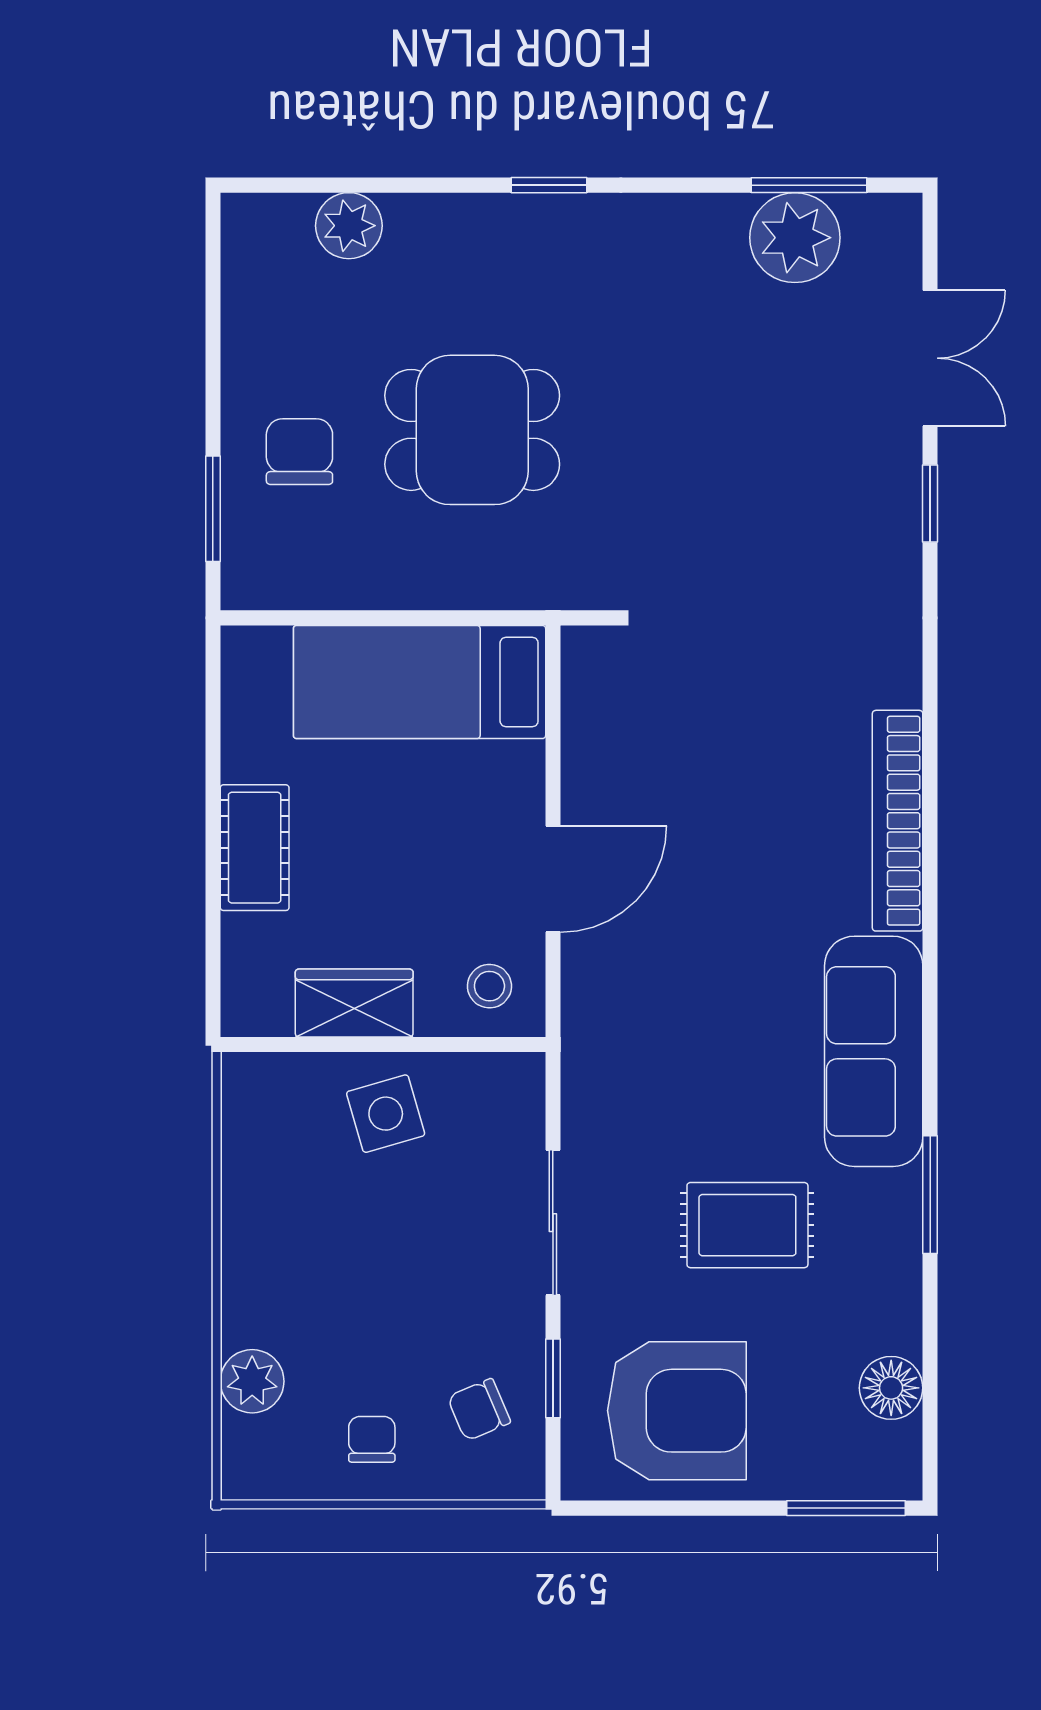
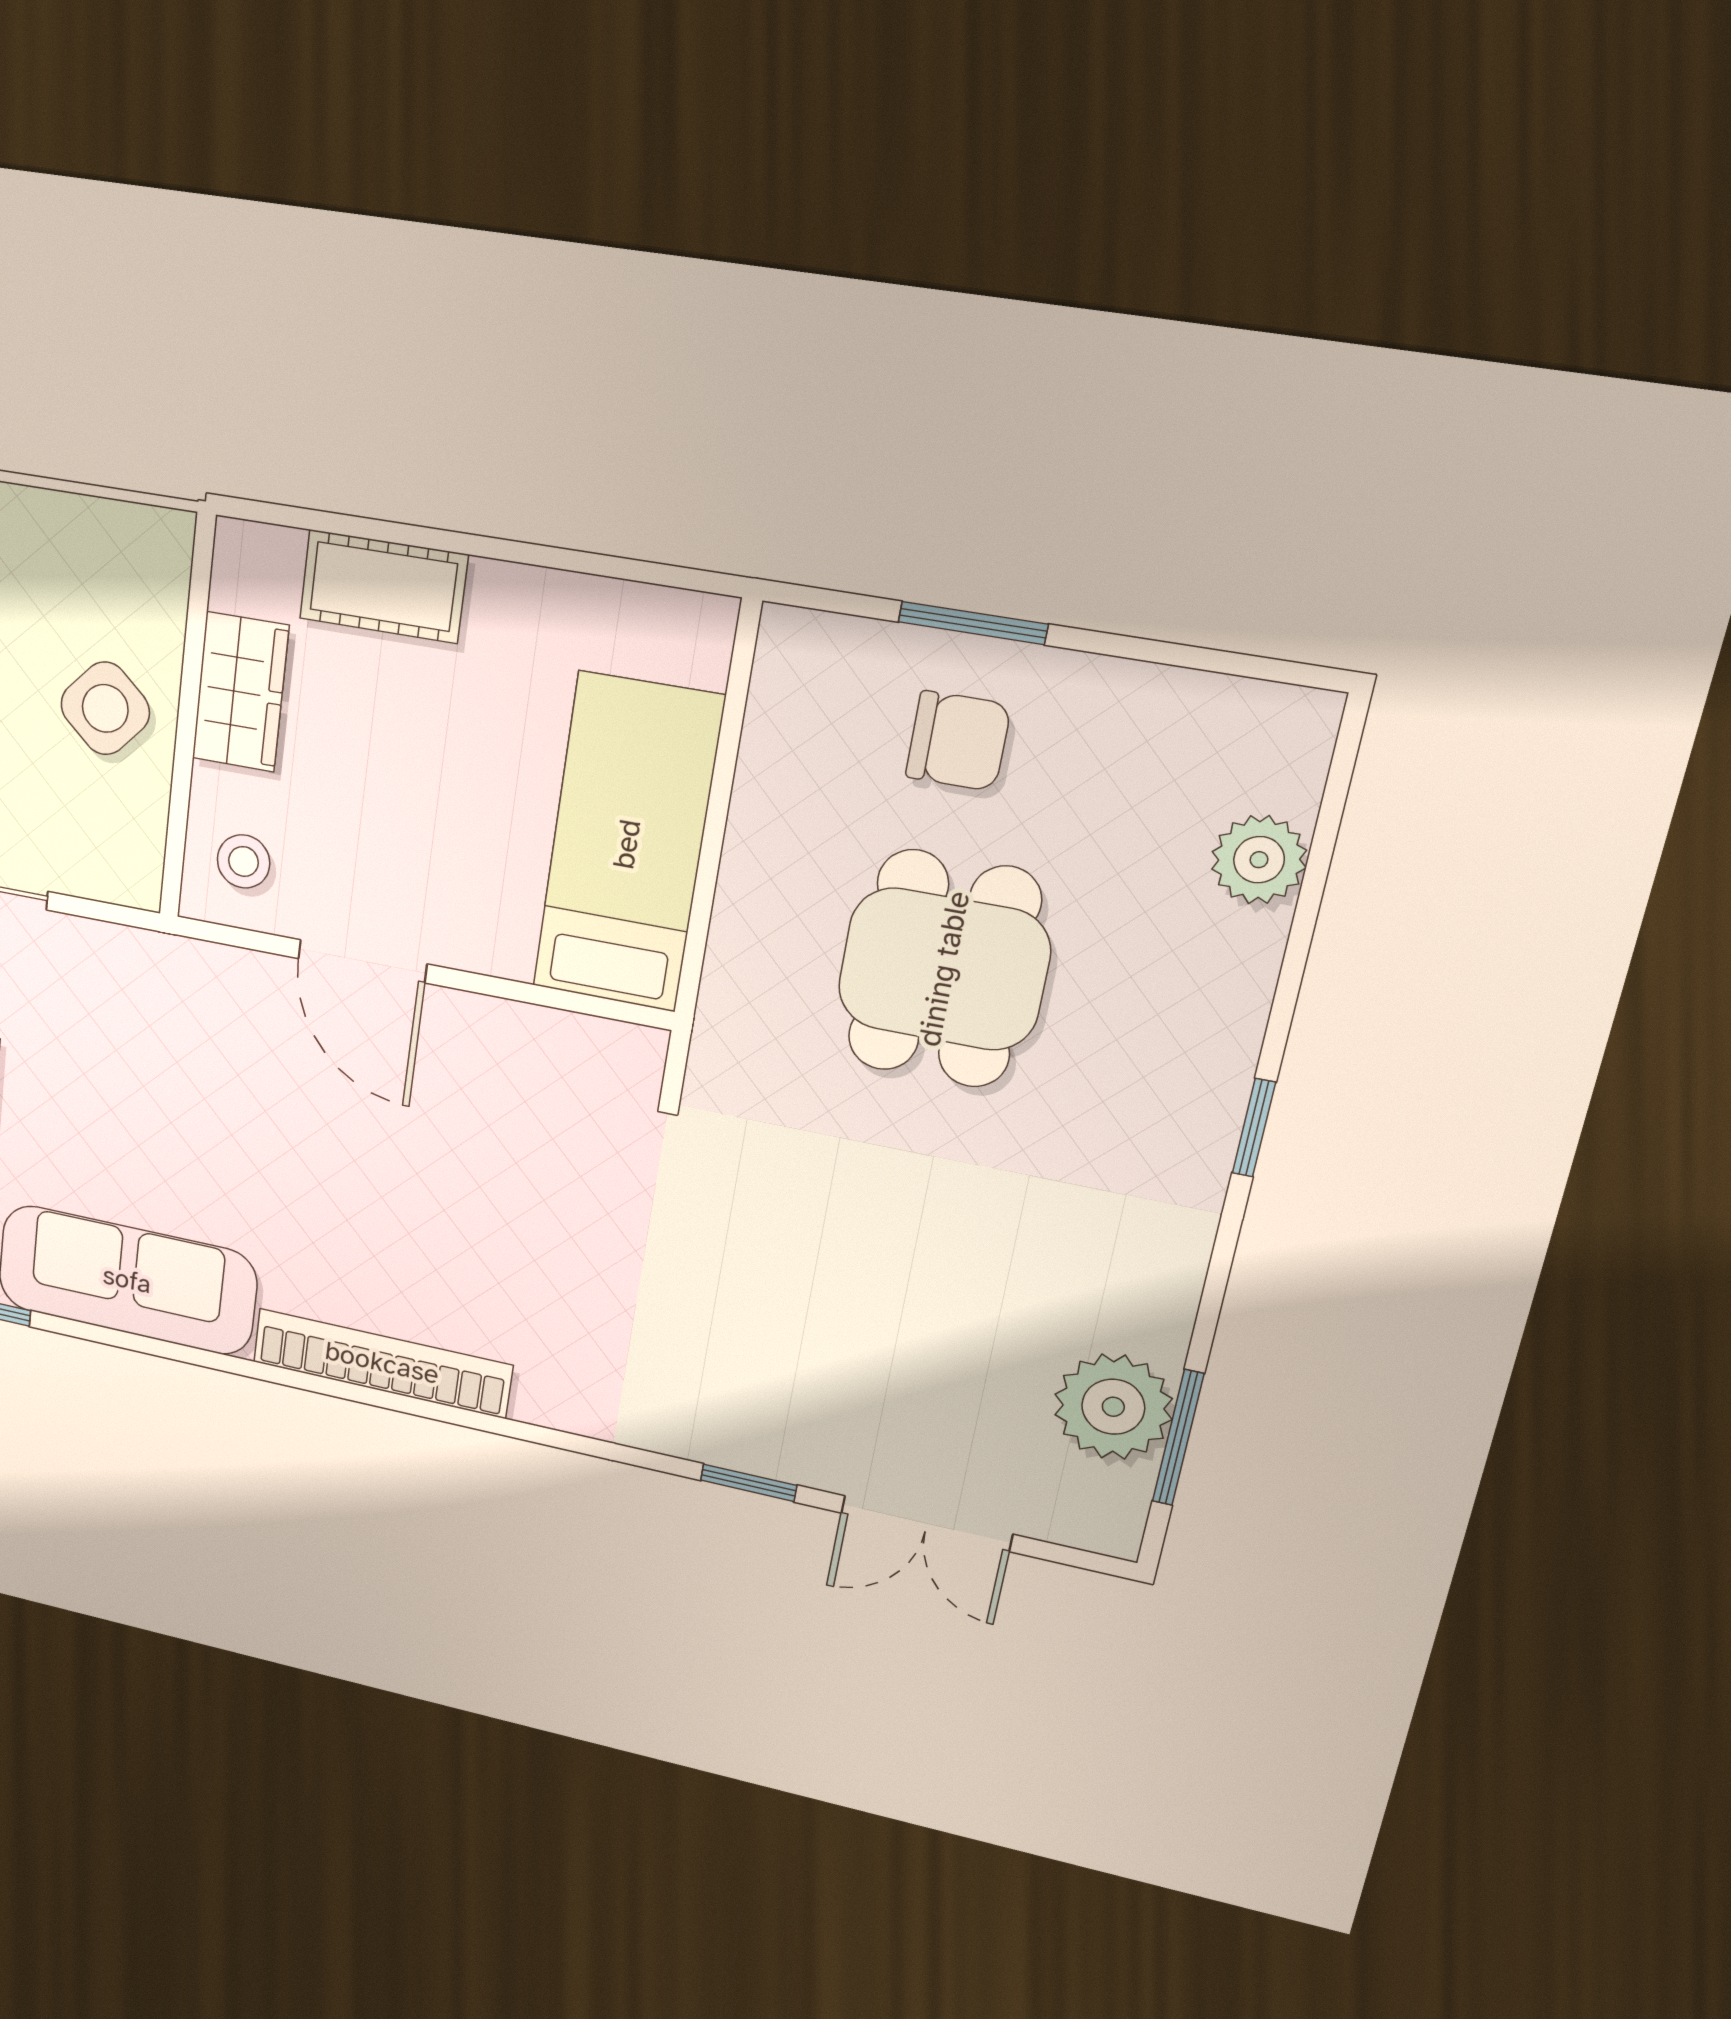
window: (213, 509) -> (973, 623), moved
cot: (255, 848) -> (383, 587), moved
side table: (386, 1114) -> (105, 708), turned -32

